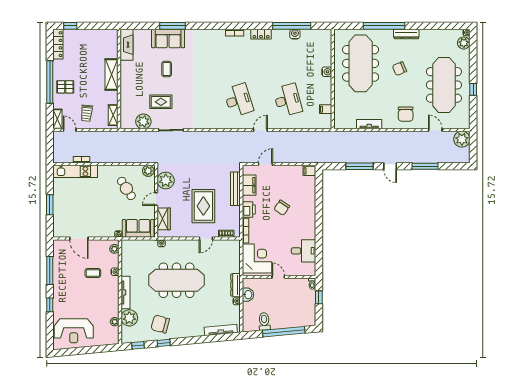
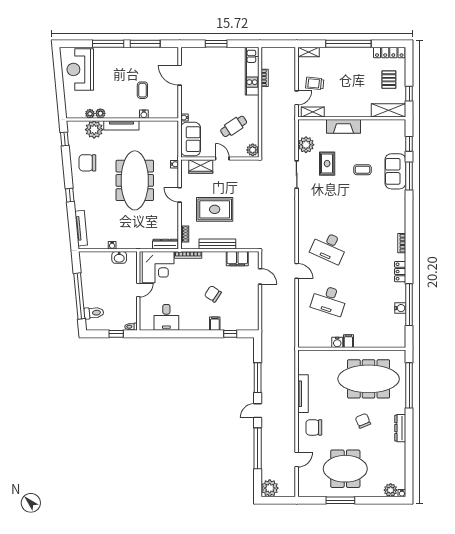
window: (70, 26) -> (409, 94), moved
window: (143, 26) -> (409, 144), added
window: (384, 26) -> (409, 385), moved
fireplace: (126, 45) -> (343, 126), moved
water cooler: (327, 72) -> (337, 342), moved
shelving: (112, 75) -> (388, 110), moved
meeting table: (444, 85) -> (345, 469), width x0.73
pallet: (65, 87) -> (389, 80), moved
window: (473, 89) -> (340, 500), width x2.17
desk: (238, 100) -> (329, 247), turned 42
desk: (288, 100) -> (329, 300), turned 33
filing cabinet: (326, 109) -> (348, 341), moved
tv unit: (369, 124) -> (303, 394), width x1.41
door: (70, 130) -> (297, 98), moved
plant: (462, 139) -> (270, 488), moved
window: (425, 166) -> (258, 448), width x1.46
filing cabinet: (309, 171) -> (215, 324), moved
plant: (166, 180) -> (242, 169), removed
bench: (235, 189) -> (217, 244), moved
window: (319, 192) -> (230, 334), added
printer: (249, 209) -> (211, 258), removed
door: (79, 239) -> (180, 75), hinge flipped
door: (206, 239) -> (180, 195), moved
plant: (114, 249) -> (100, 113), moved
dresser: (236, 285) -> (165, 244), moved
window: (50, 305) -> (108, 44), width x2.17
toilet: (264, 321) -> (94, 313), moved
chair: (160, 324) -> (87, 163), turned -105
window: (164, 343) -> (70, 195), moved

